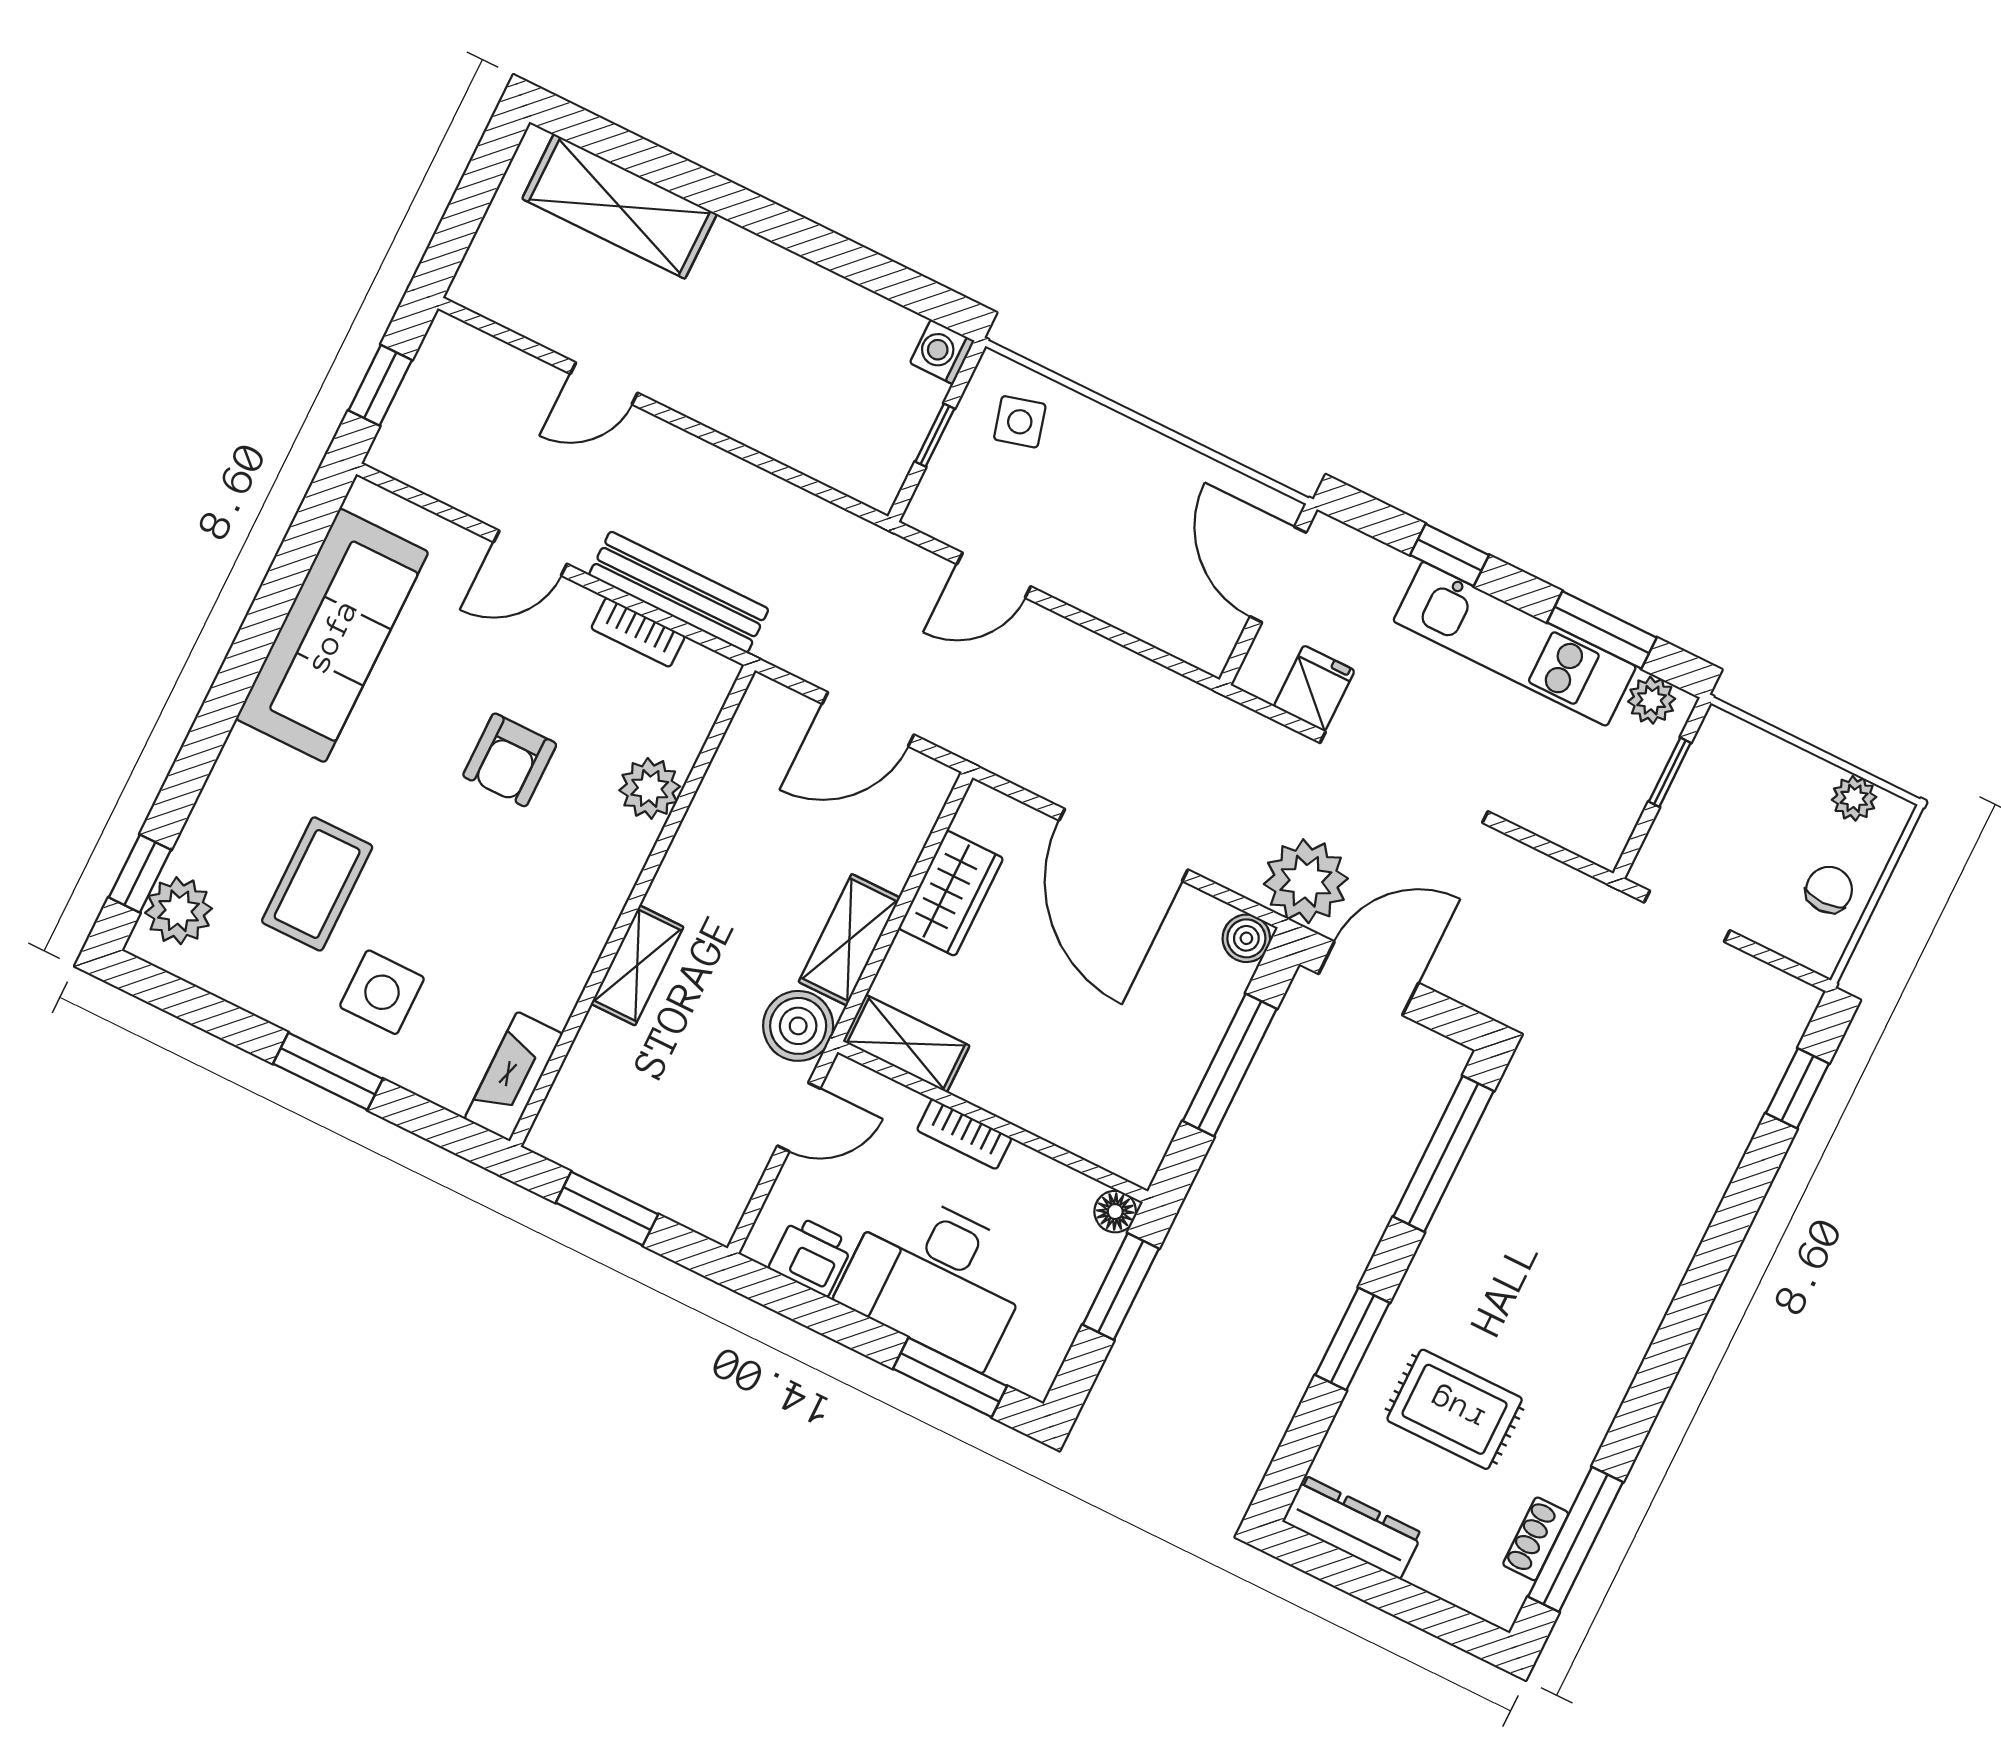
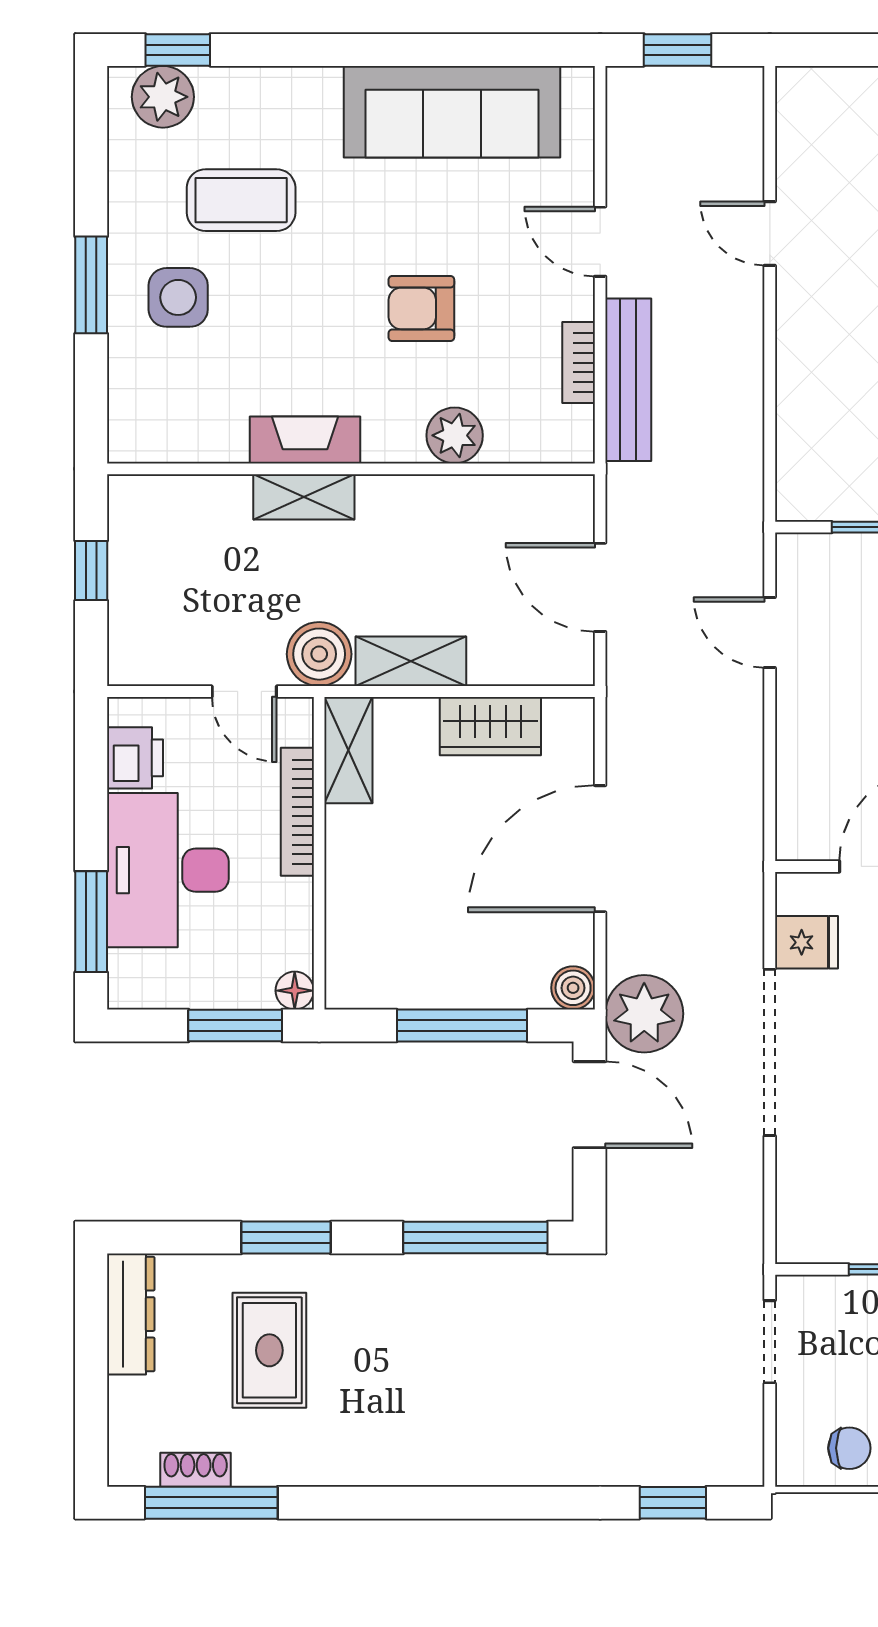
fireplace: (514, 1076) -> (305, 440), moved
bookcase: (964, 1134) -> (297, 812), width x1.56
window: (607, 1209) -> (91, 571), width x0.67

